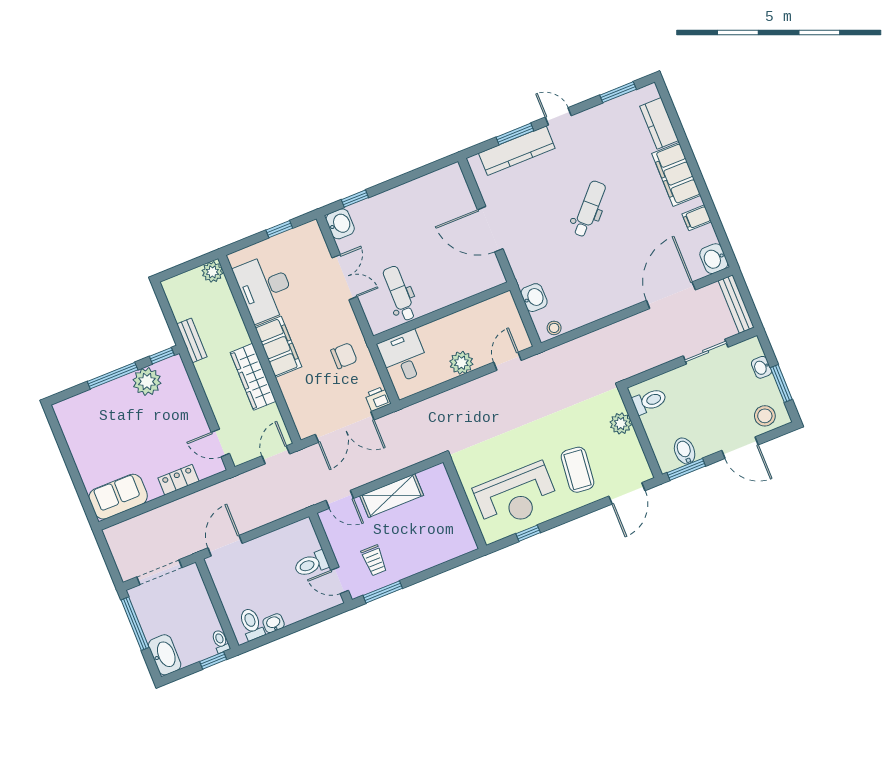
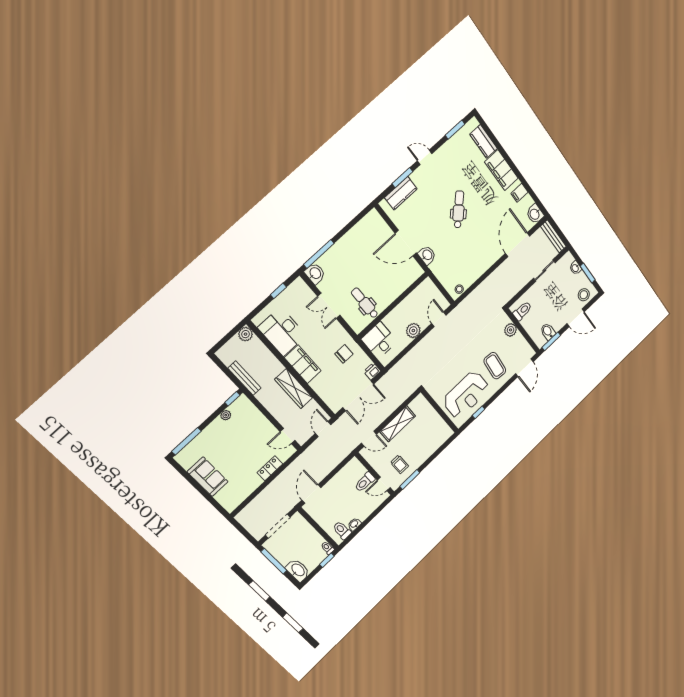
kitchen counter: (517, 151) -> (401, 193), width x0.67
window: (355, 199) -> (319, 254), width x2.17
double door: (345, 277) -> (329, 306), swing flipped
washbasin: (534, 298) -> (427, 255), moved
bench: (192, 340) -> (244, 378), width x1.36
window: (113, 376) -> (186, 441), moved
plant: (147, 382) -> (226, 415), width x0.53, depth x0.53
sofa: (118, 497) -> (208, 477), moved, turned 90

